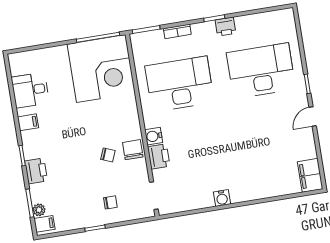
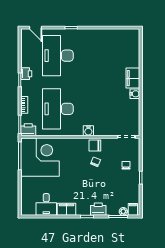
door: (313, 117) -> (35, 28), moved
filing cabinet: (28, 122) -> (67, 209), width x2.00
printer: (159, 156) -> (28, 130), moved
filing cabinet: (310, 175) -> (133, 78), moved, turned 90

